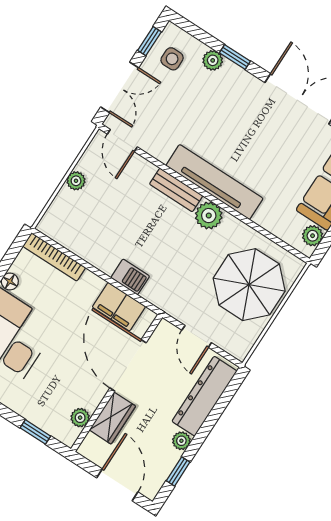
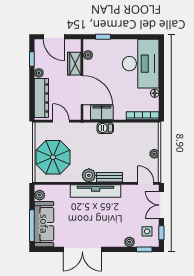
window: (235, 57) -> (144, 249), moved

